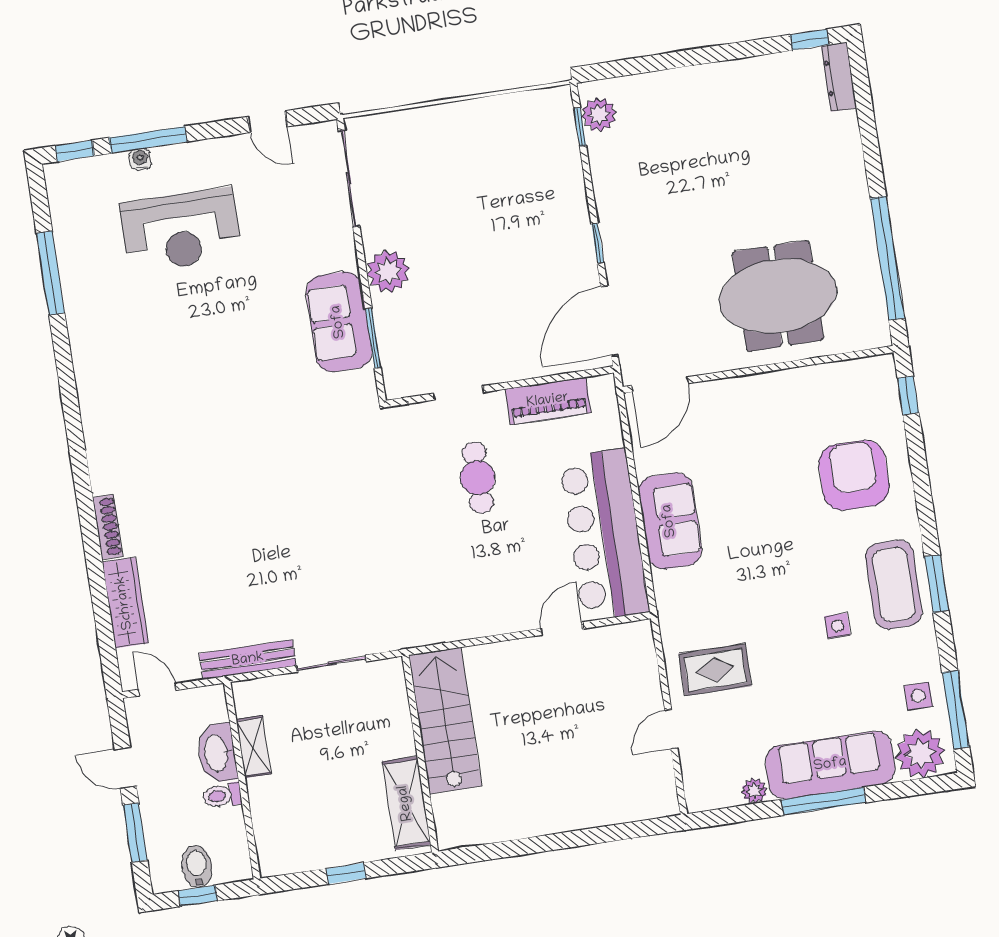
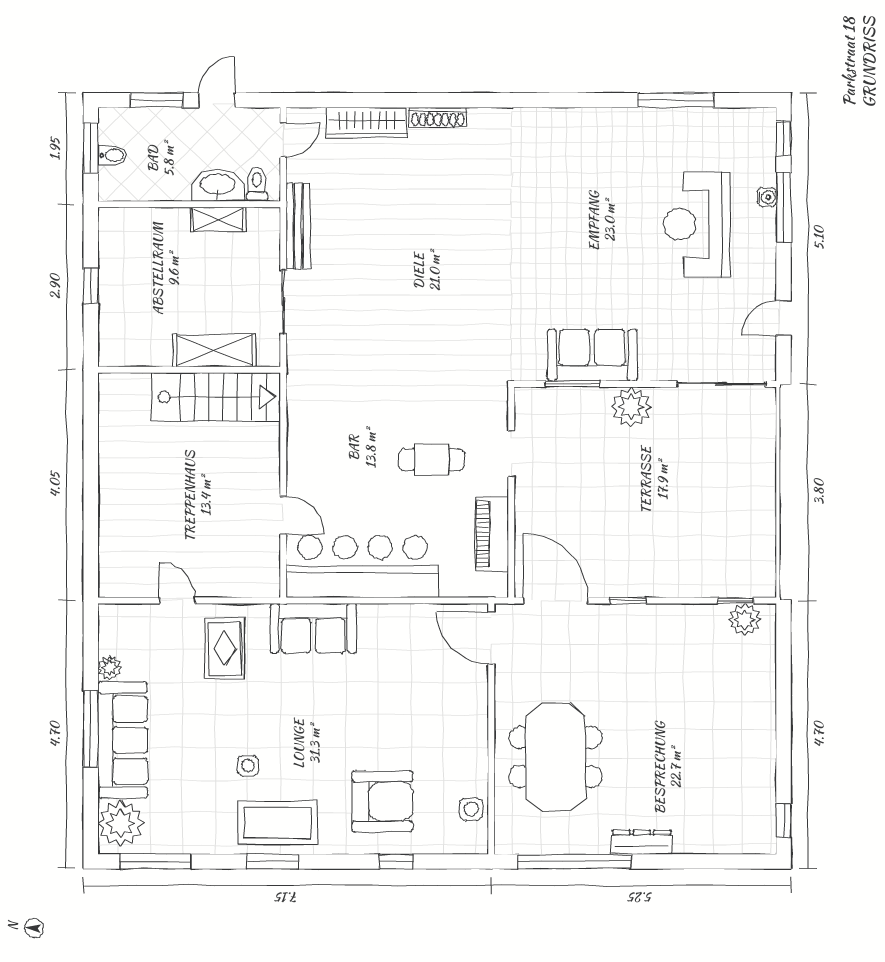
dresser: (839, 77) -> (642, 842), moved
window: (908, 395) -> (396, 861), moved
sofa: (670, 521) -> (313, 628), moved
side table: (918, 696) -> (471, 809), moved
toilet: (222, 795) -> (257, 184), moved
shelving: (406, 803) -> (214, 350), moved
bidet: (197, 867) -> (112, 155), width x0.72, depth x0.74
window: (198, 896) -> (91, 148), width x1.50

